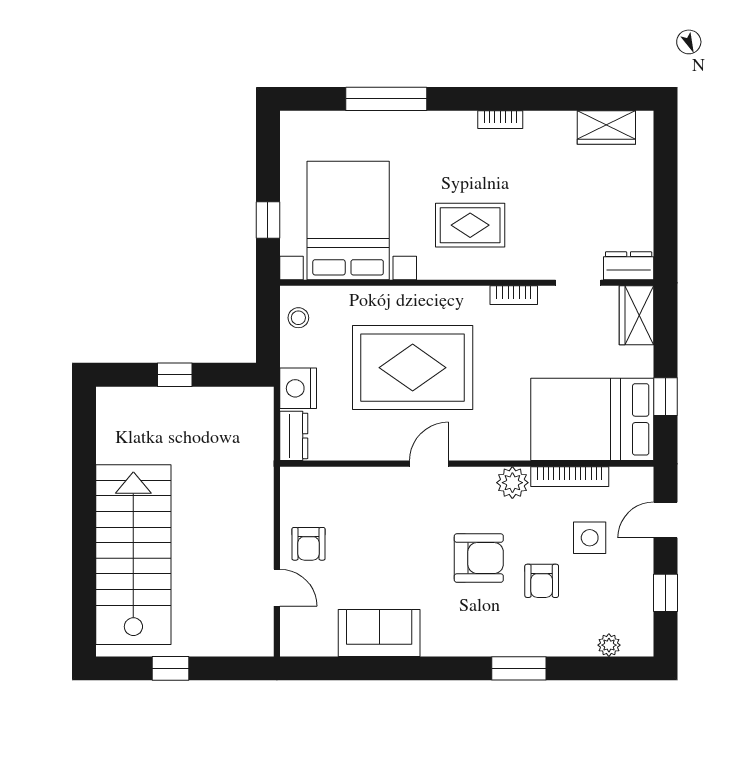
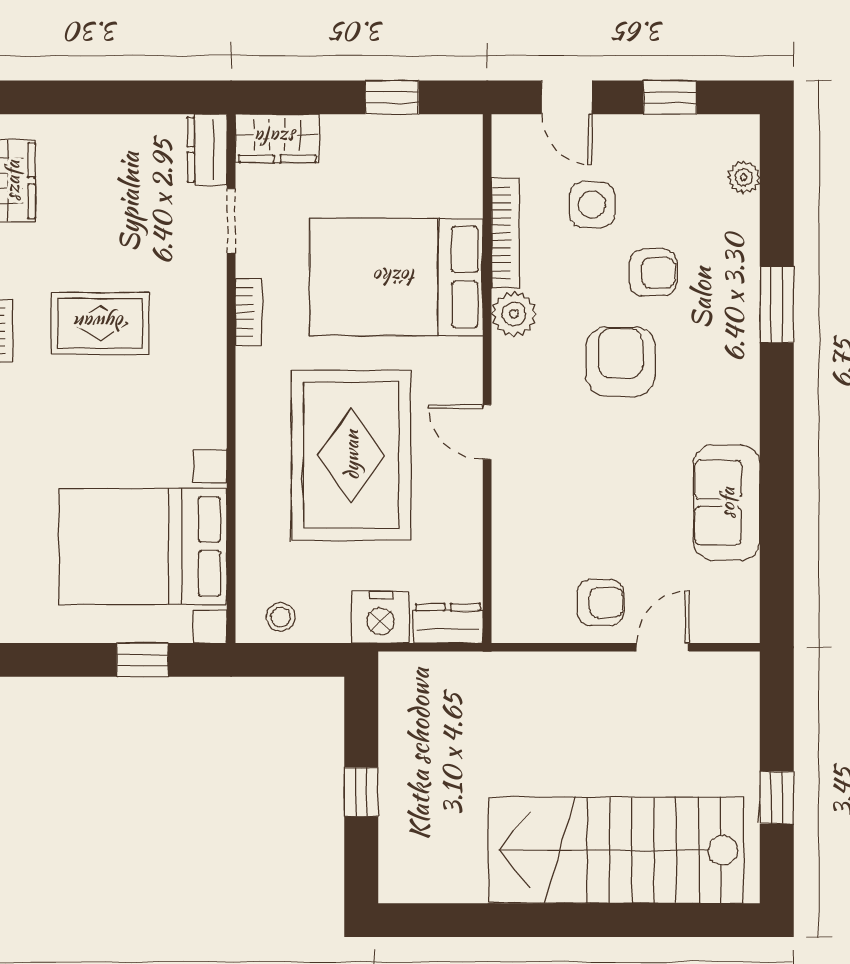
rug: (470, 225) -> (100, 323), moved, turned 90
bed: (592, 419) -> (396, 277), moved, turned 90

